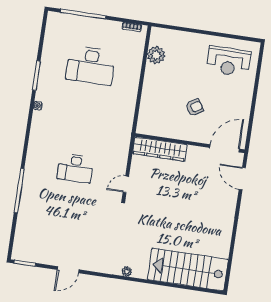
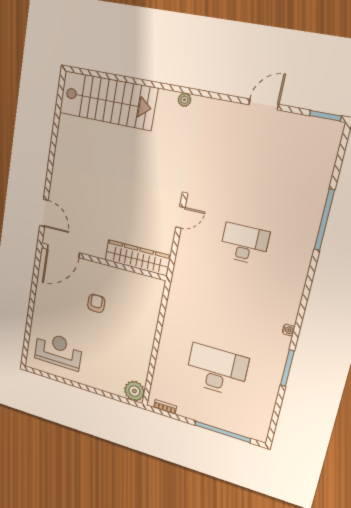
plant: (156, 55) -> (134, 391), moved
armchair: (194, 107) -> (96, 303), turned 122

